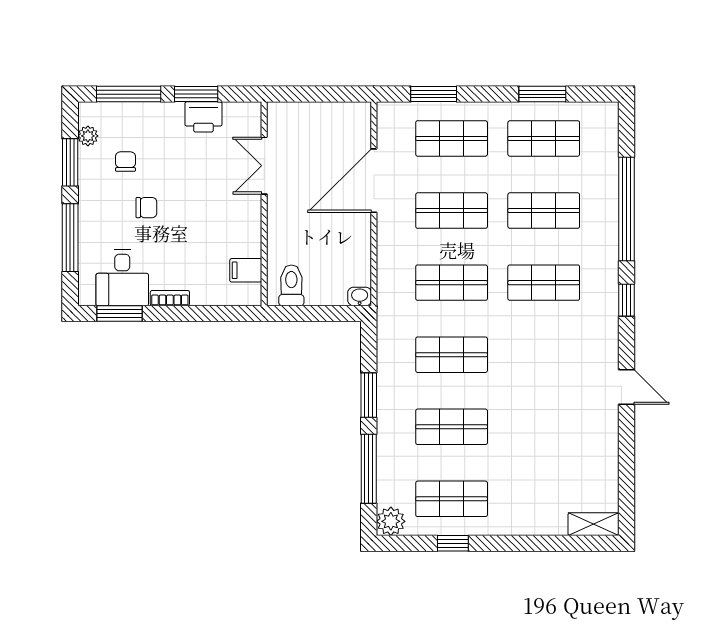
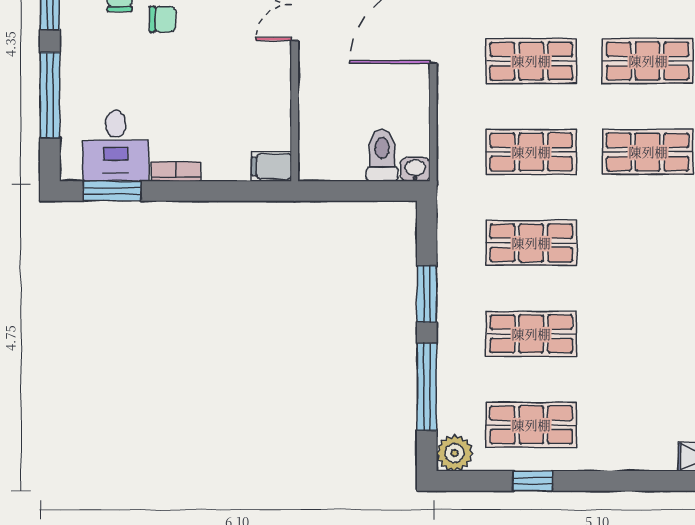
chair: (146, 208) -> (163, 19), moved
filing cabinet: (246, 270) -> (271, 166), moved
toilet: (291, 285) -> (382, 155), moved

